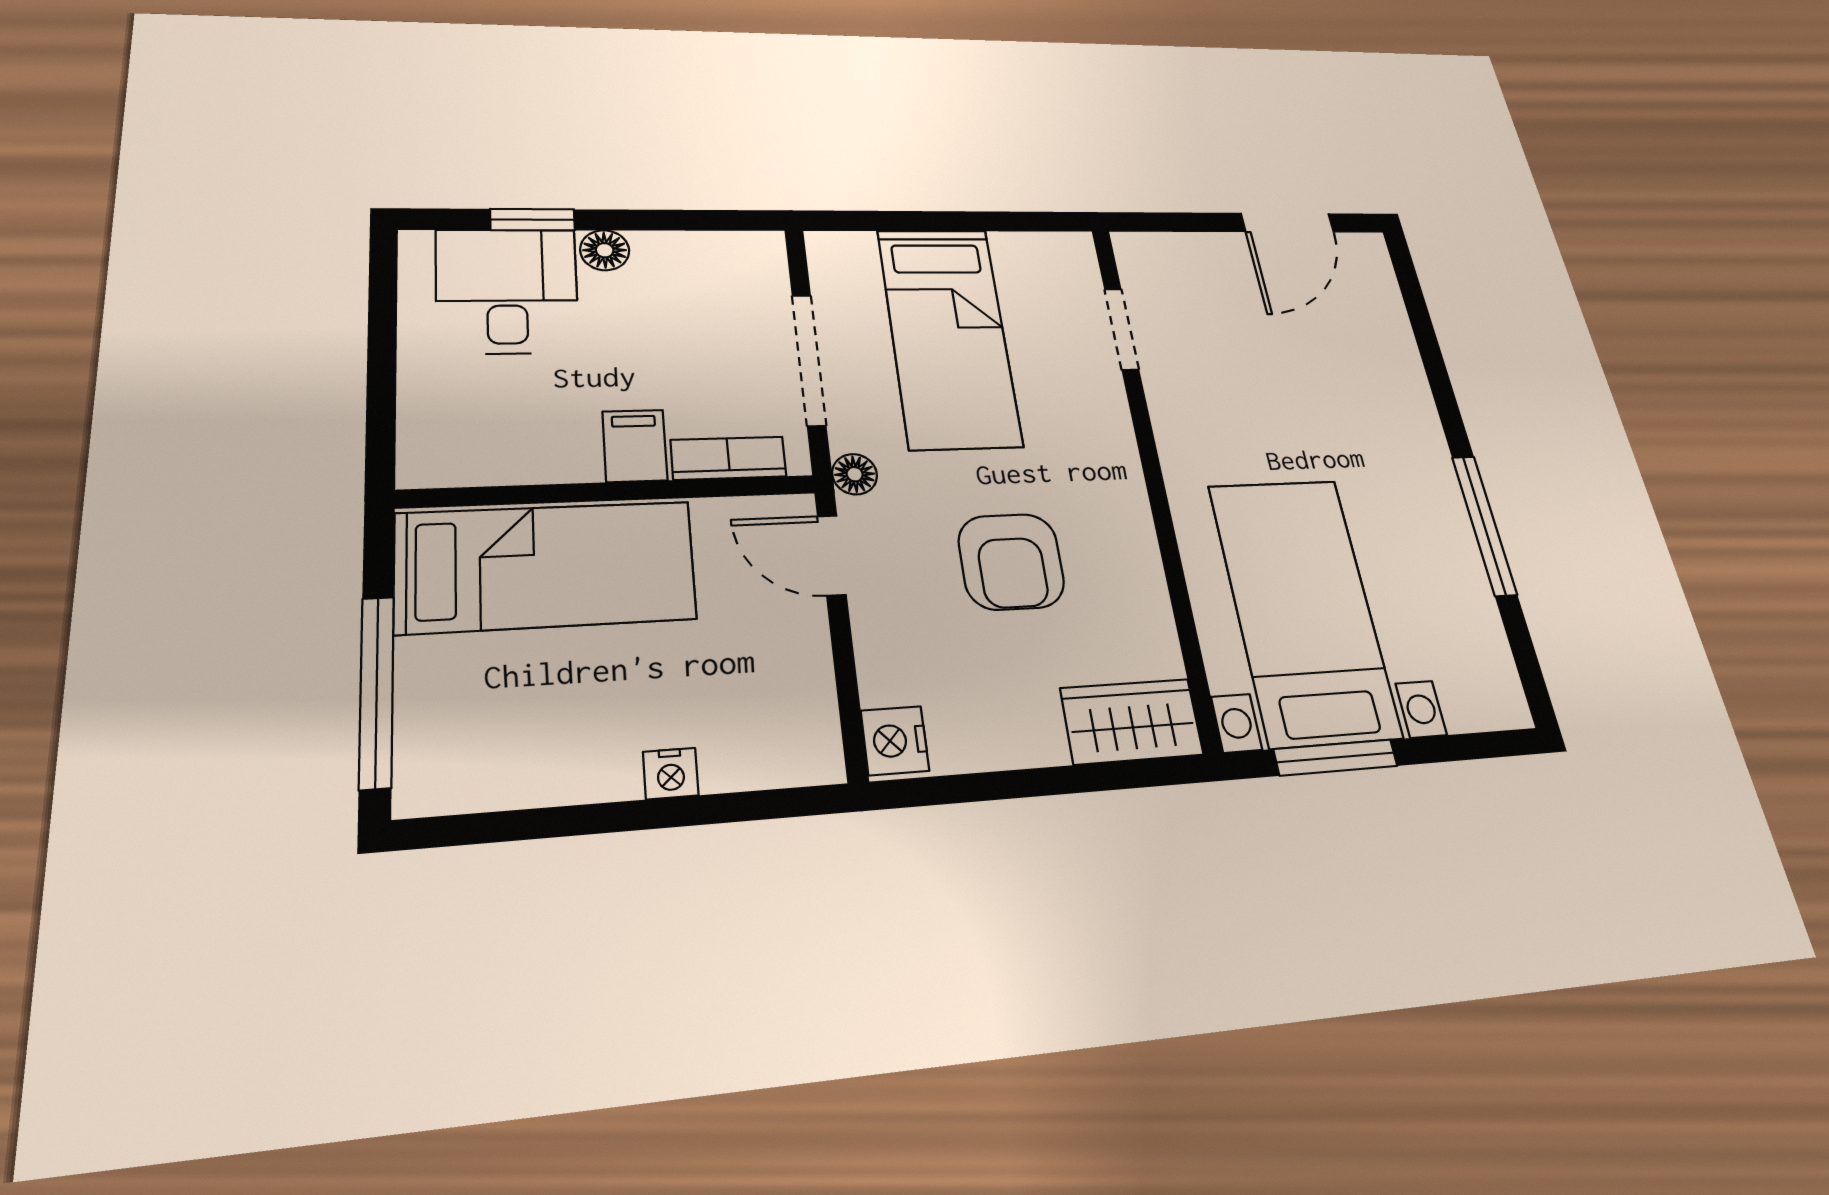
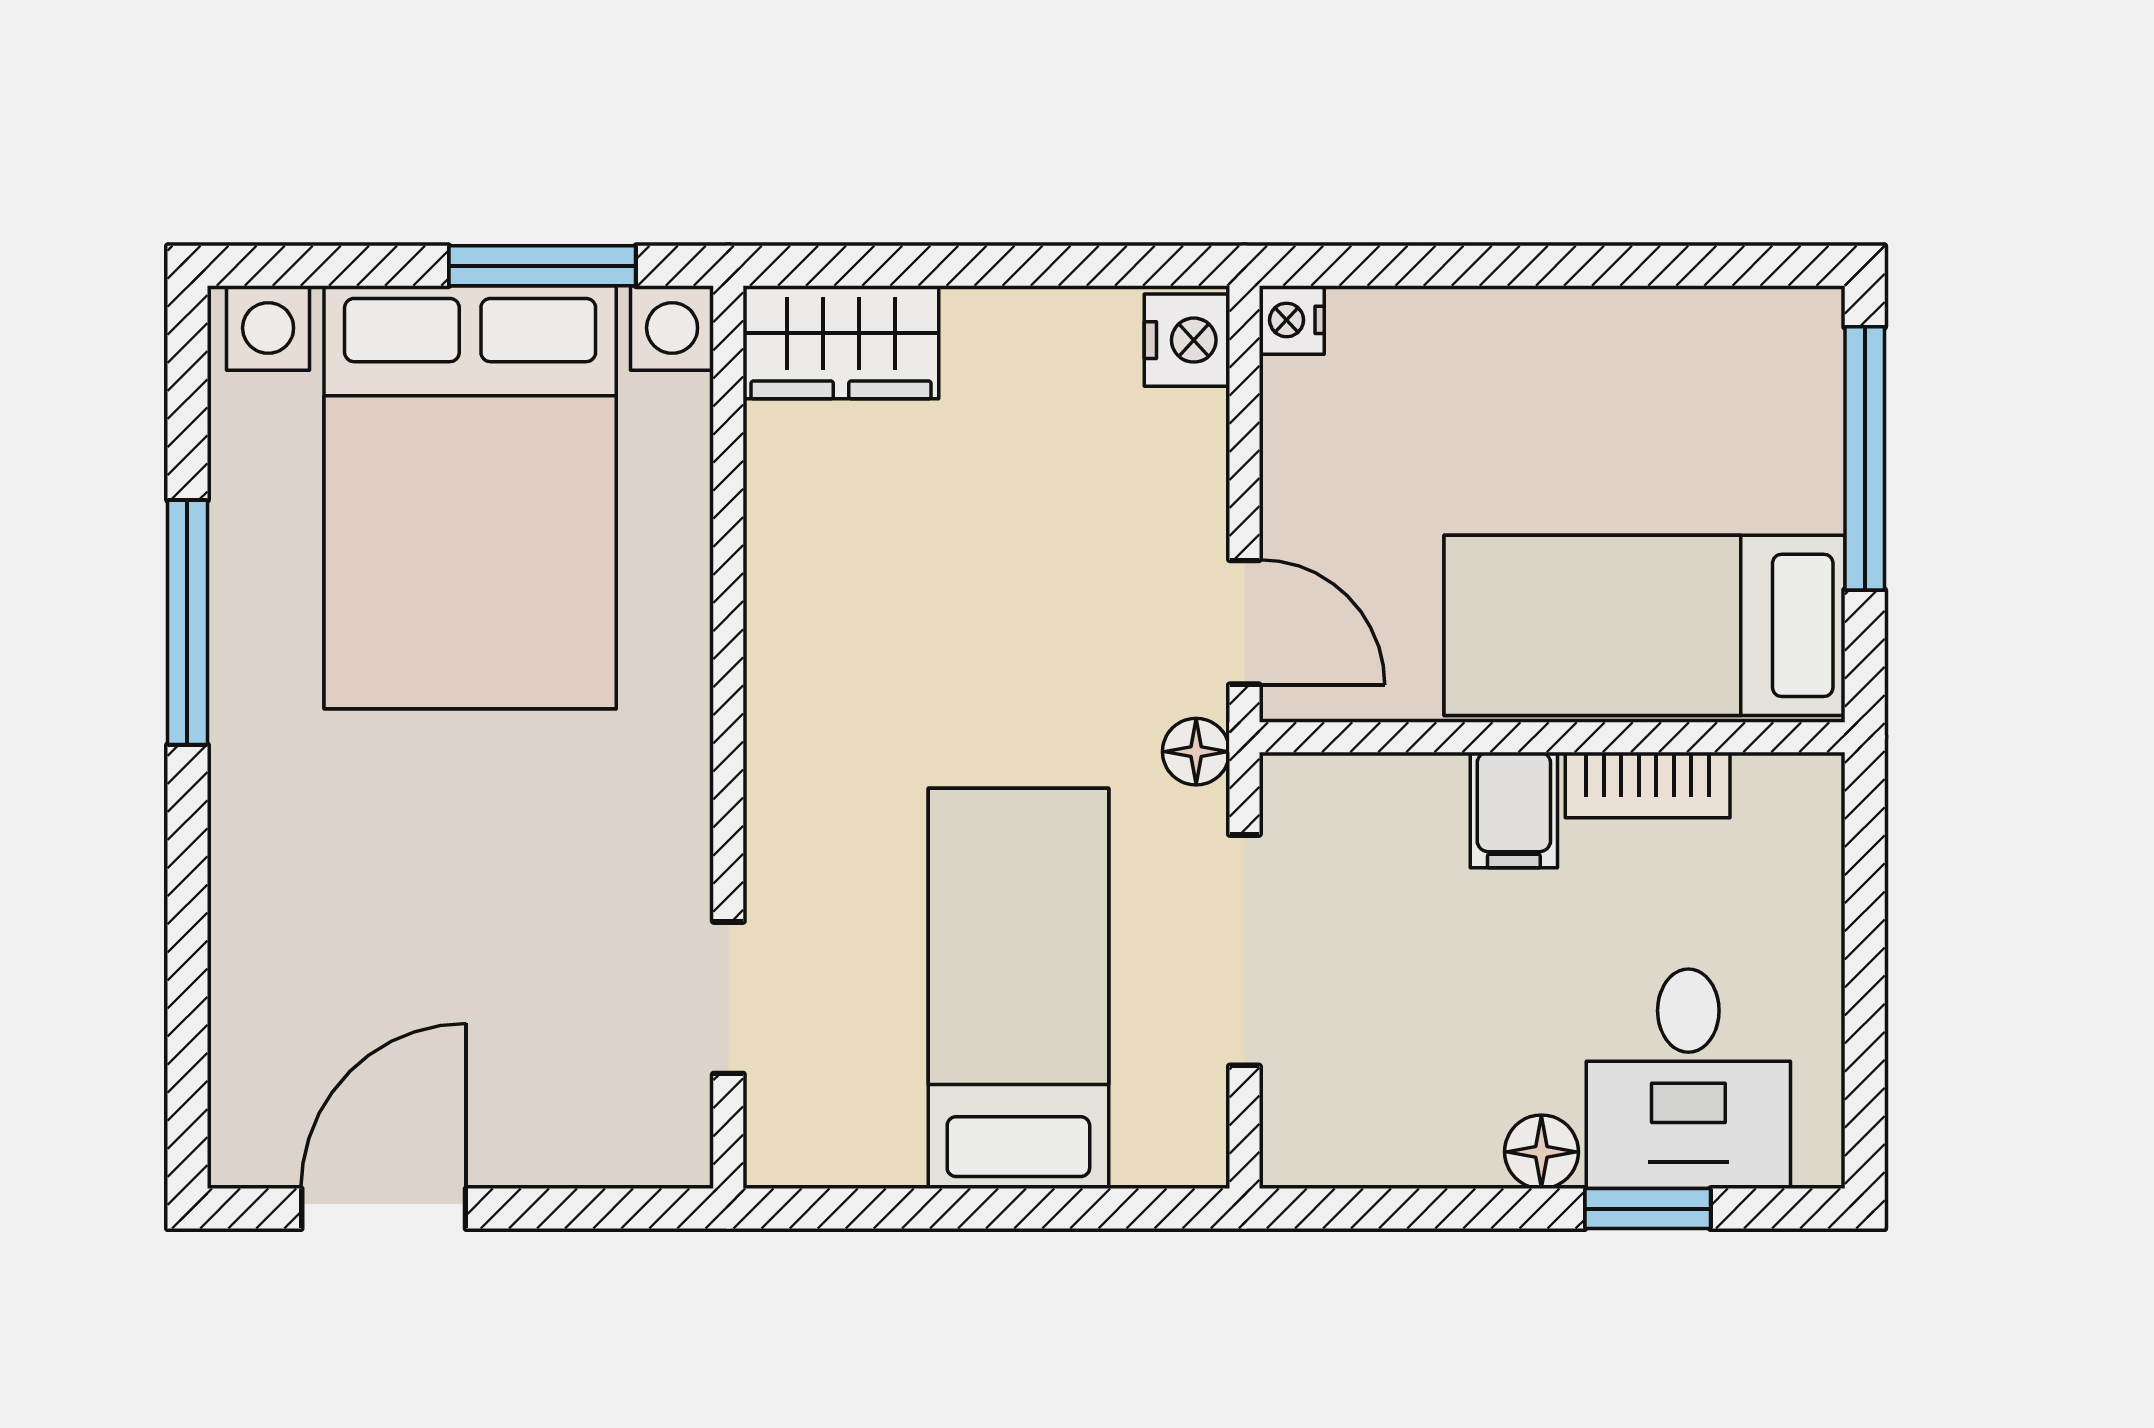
bookcase: (728, 458) -> (1648, 785), moved
armchair: (1011, 562) -> (979, 599), removed
bed with nightstands: (1303, 609) -> (470, 497), width x1.36
nightstand: (671, 773) -> (1292, 320), moved, turned -90

